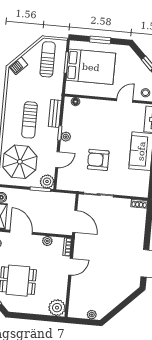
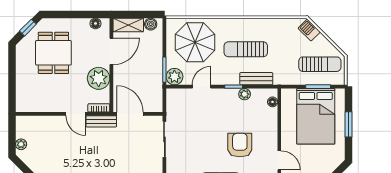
plant: (66, 137) -> (245, 94), moved
door: (57, 160) -> (202, 87), swing flipped
armchair: (98, 160) -> (240, 145), moved
door: (75, 221) -> (130, 114), swing flipped
plant: (47, 241) -> (99, 78), width x1.88, depth x1.88
bench: (79, 246) -> (101, 121), added
plant: (57, 308) -> (26, 102), removed

